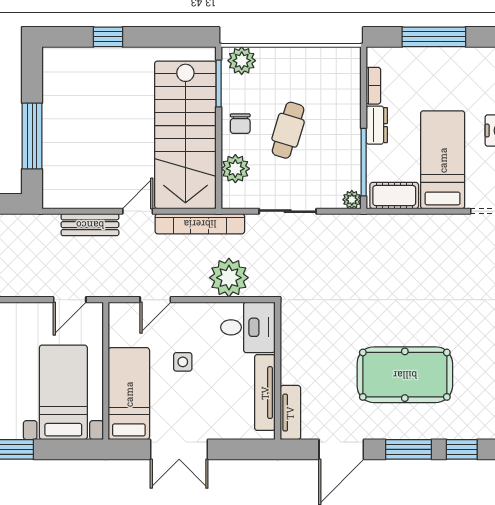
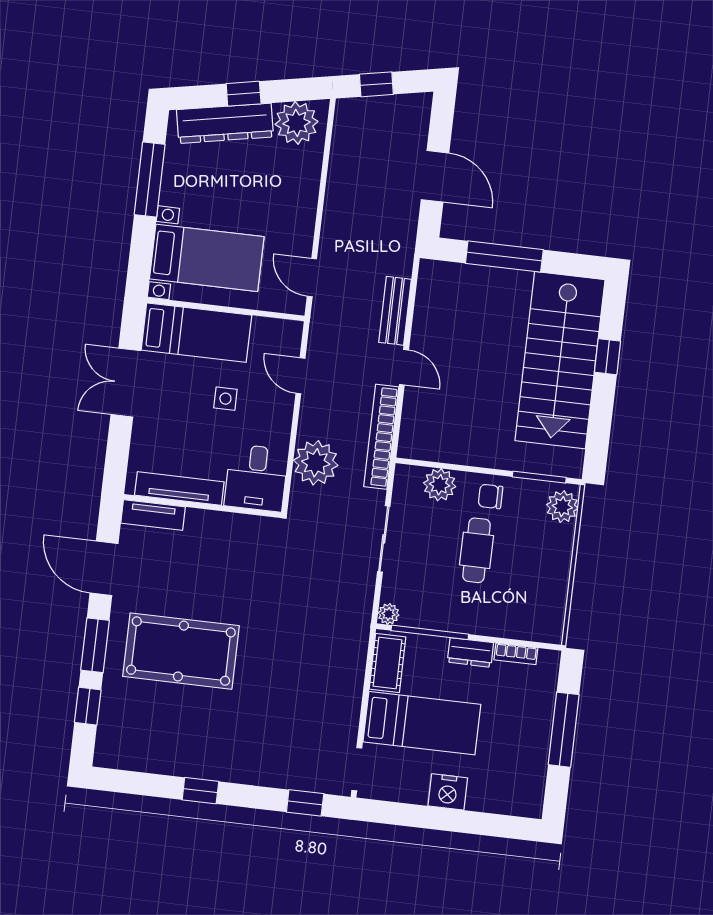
cafe table: (288, 130) -> (476, 550), turned 73
stairs: (185, 135) -> (560, 360), moved, turned -90
pool table: (405, 375) -> (181, 651), turned 90

